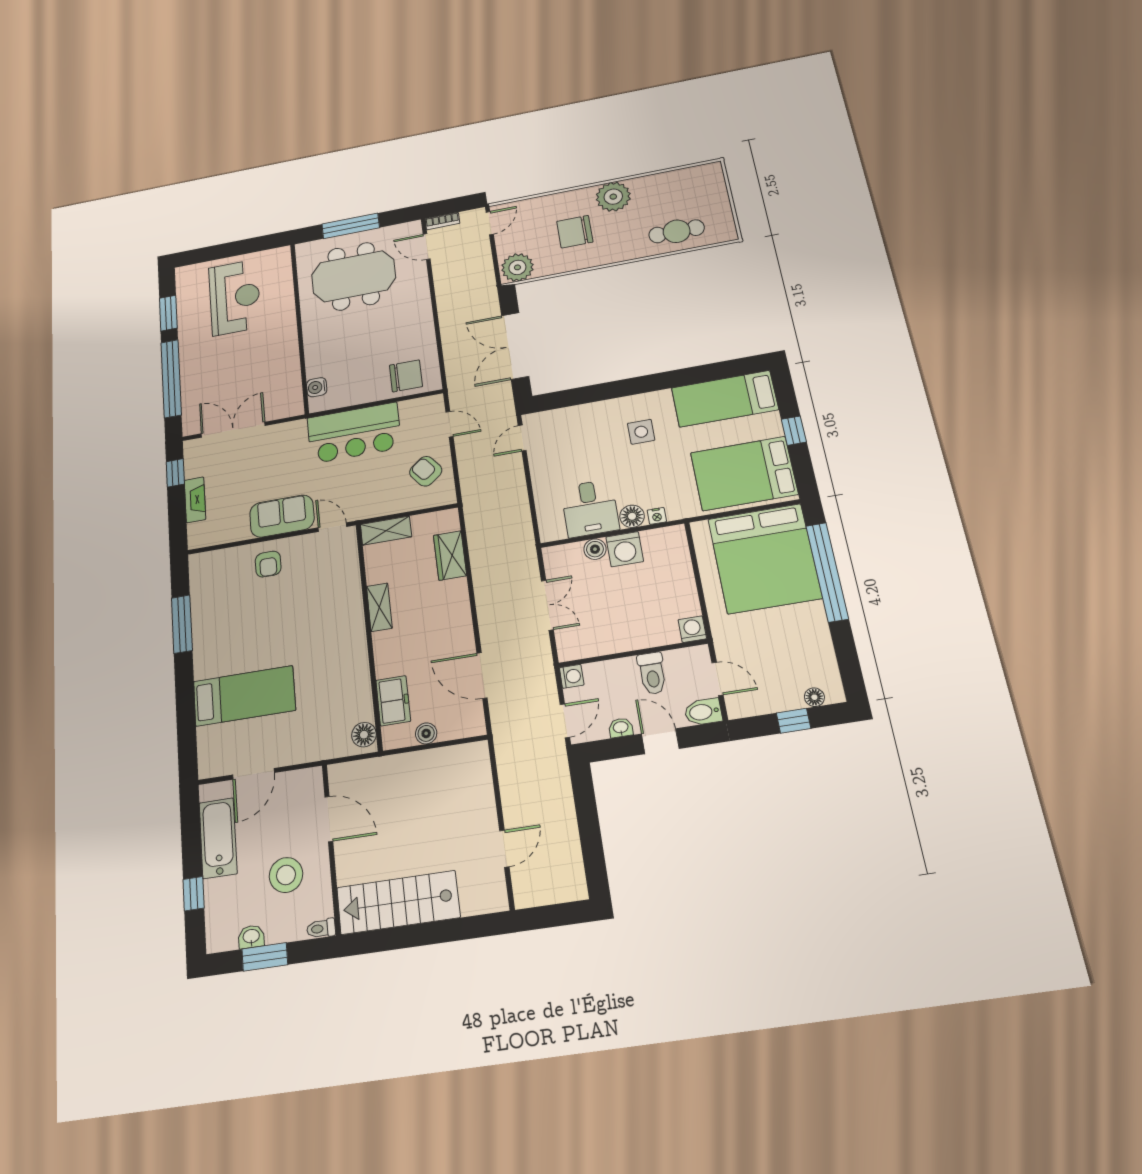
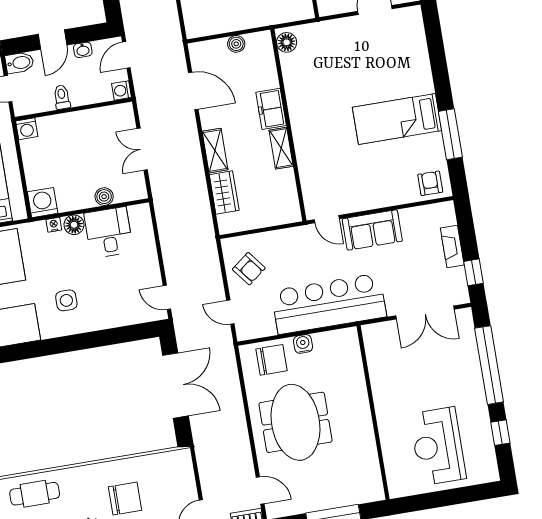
plant: (517, 267) -> (176, 464), removed
meeting table: (354, 276) -> (295, 422), moved, turned 90
window: (168, 313) -> (500, 433), width x0.67
chair: (406, 376) -> (272, 360), turned 180
water cooler: (317, 387) -> (303, 344), moved, turned -90
bar counter: (354, 433) -> (329, 304), width x1.36
door: (522, 438) -> (167, 297), swing flipped
shelving: (386, 531) -> (215, 151), moved, turned 90
washing machine: (625, 549) -> (43, 203), moved
armchair: (268, 564) -> (430, 183), moved
toilet: (652, 673) -> (62, 97), width x0.73, depth x0.72
bed: (244, 696) -> (397, 119), moved
freezer: (393, 701) -> (271, 109), moved
door: (660, 741) -> (53, 40), hinge flipped

